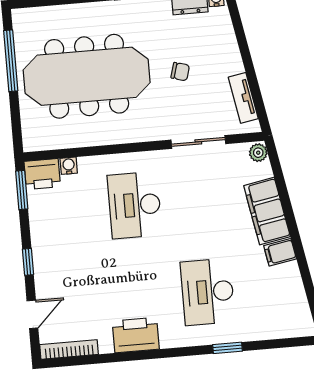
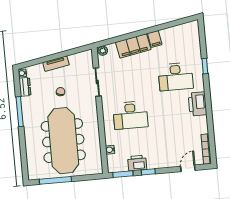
tv unit: (243, 98) -> (56, 64), moved
printer: (42, 174) -> (137, 163), moved, turned -90
window: (28, 262) -> (148, 172), moved
door: (32, 314) -> (188, 168), hinge flipped
printer: (136, 335) -> (198, 104), moved

